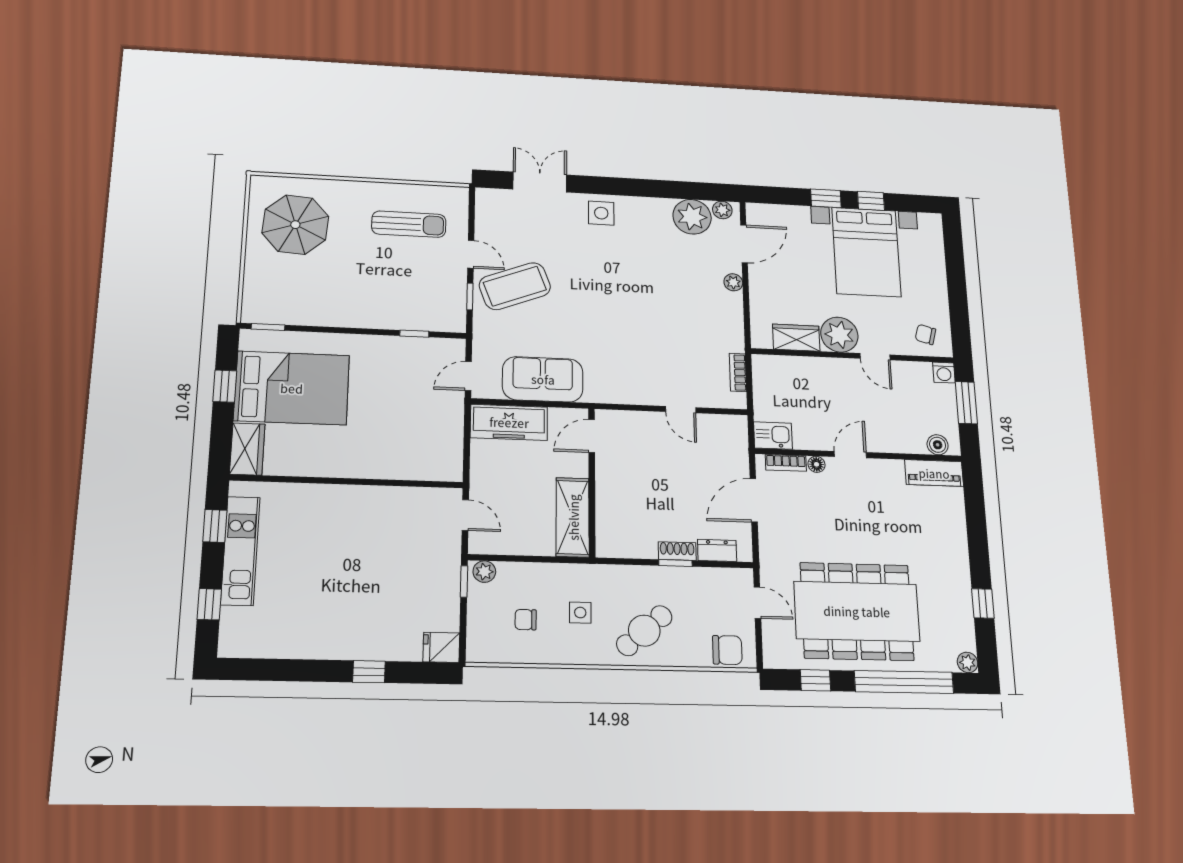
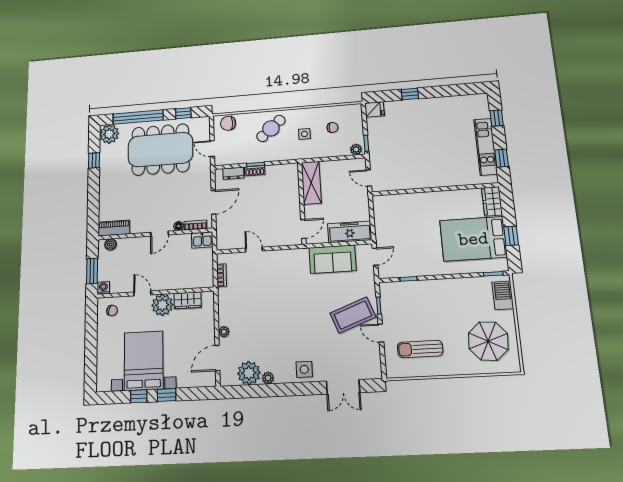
plant: (722, 210) -> (268, 378), moved
barbecue: (258, 291) -> (503, 295), added
plant: (968, 662) -> (109, 134), width x1.88, depth x1.88

